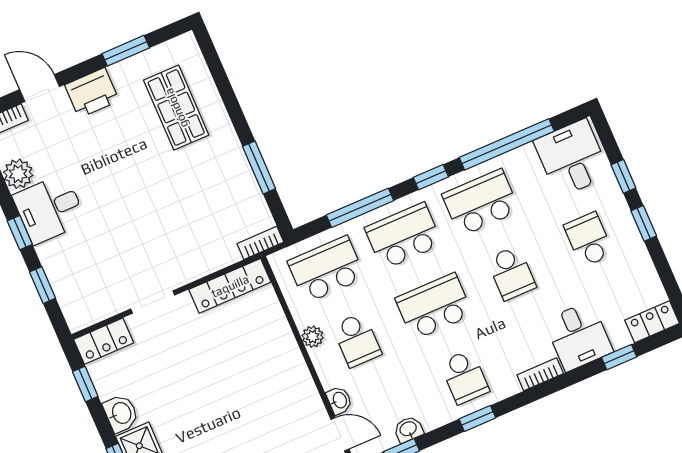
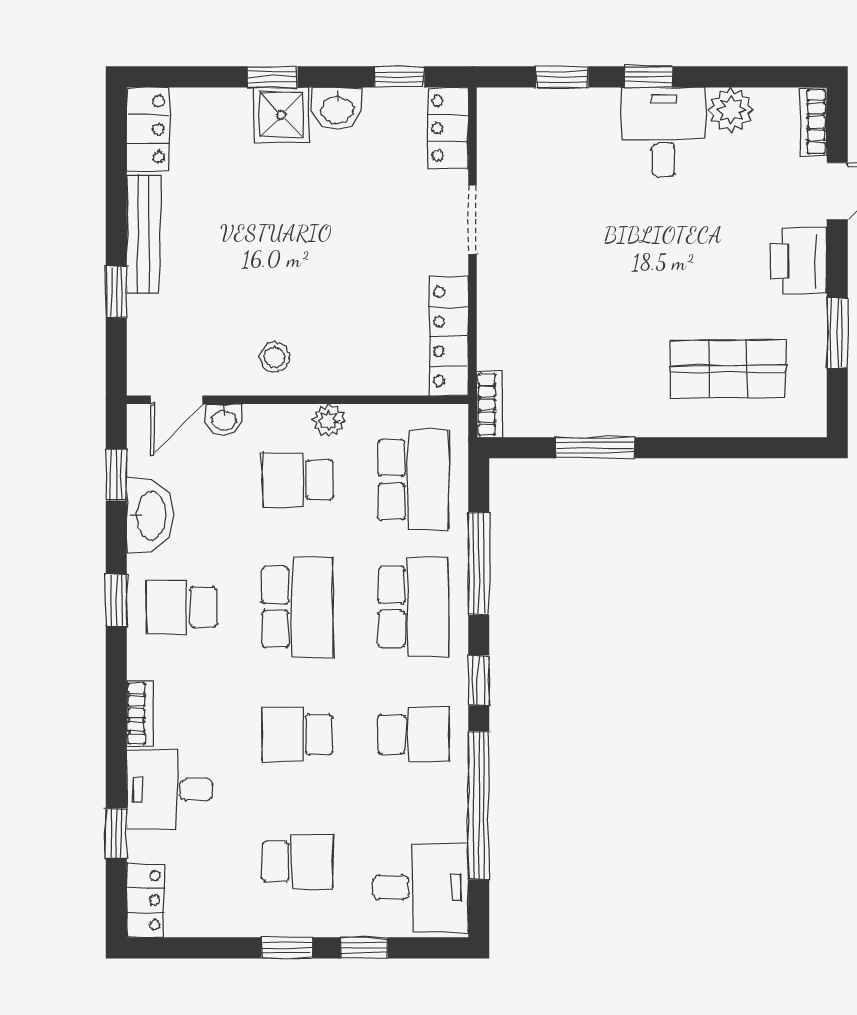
school desk: (481, 203) -> (414, 734), width x0.54
stool: (288, 386) -> (274, 357), added
washbasin: (408, 429) -> (150, 516), width x1.91, depth x1.45

